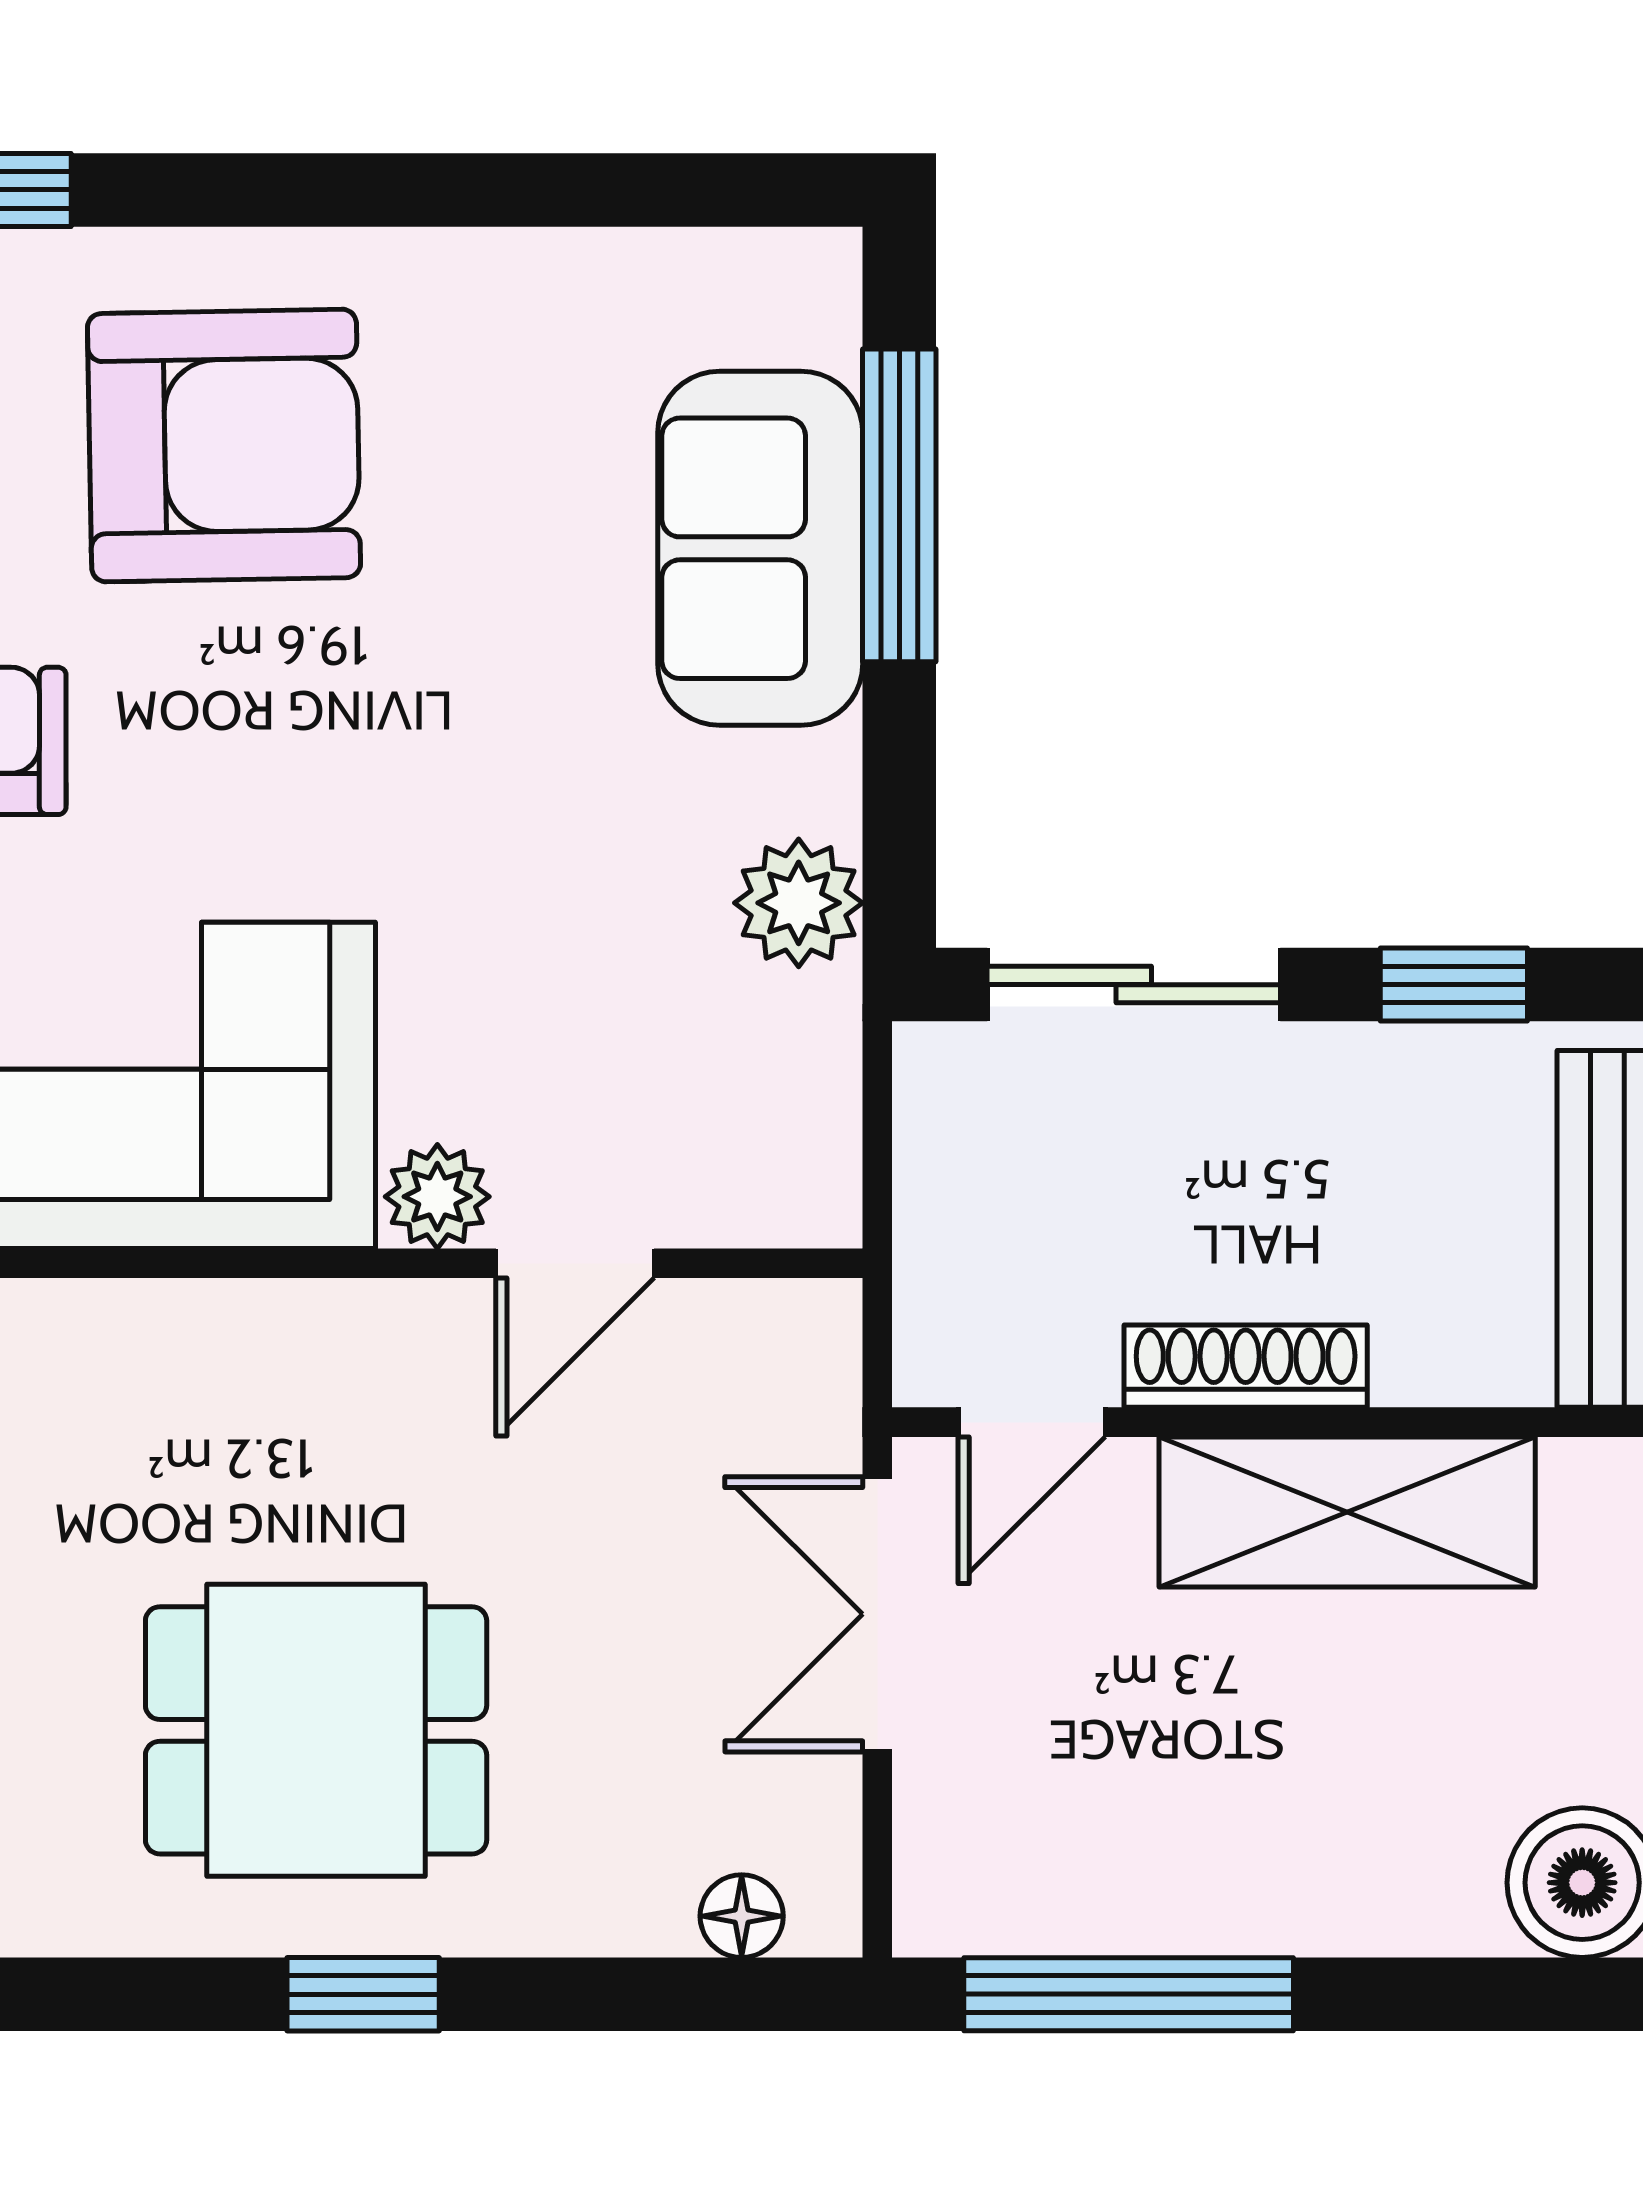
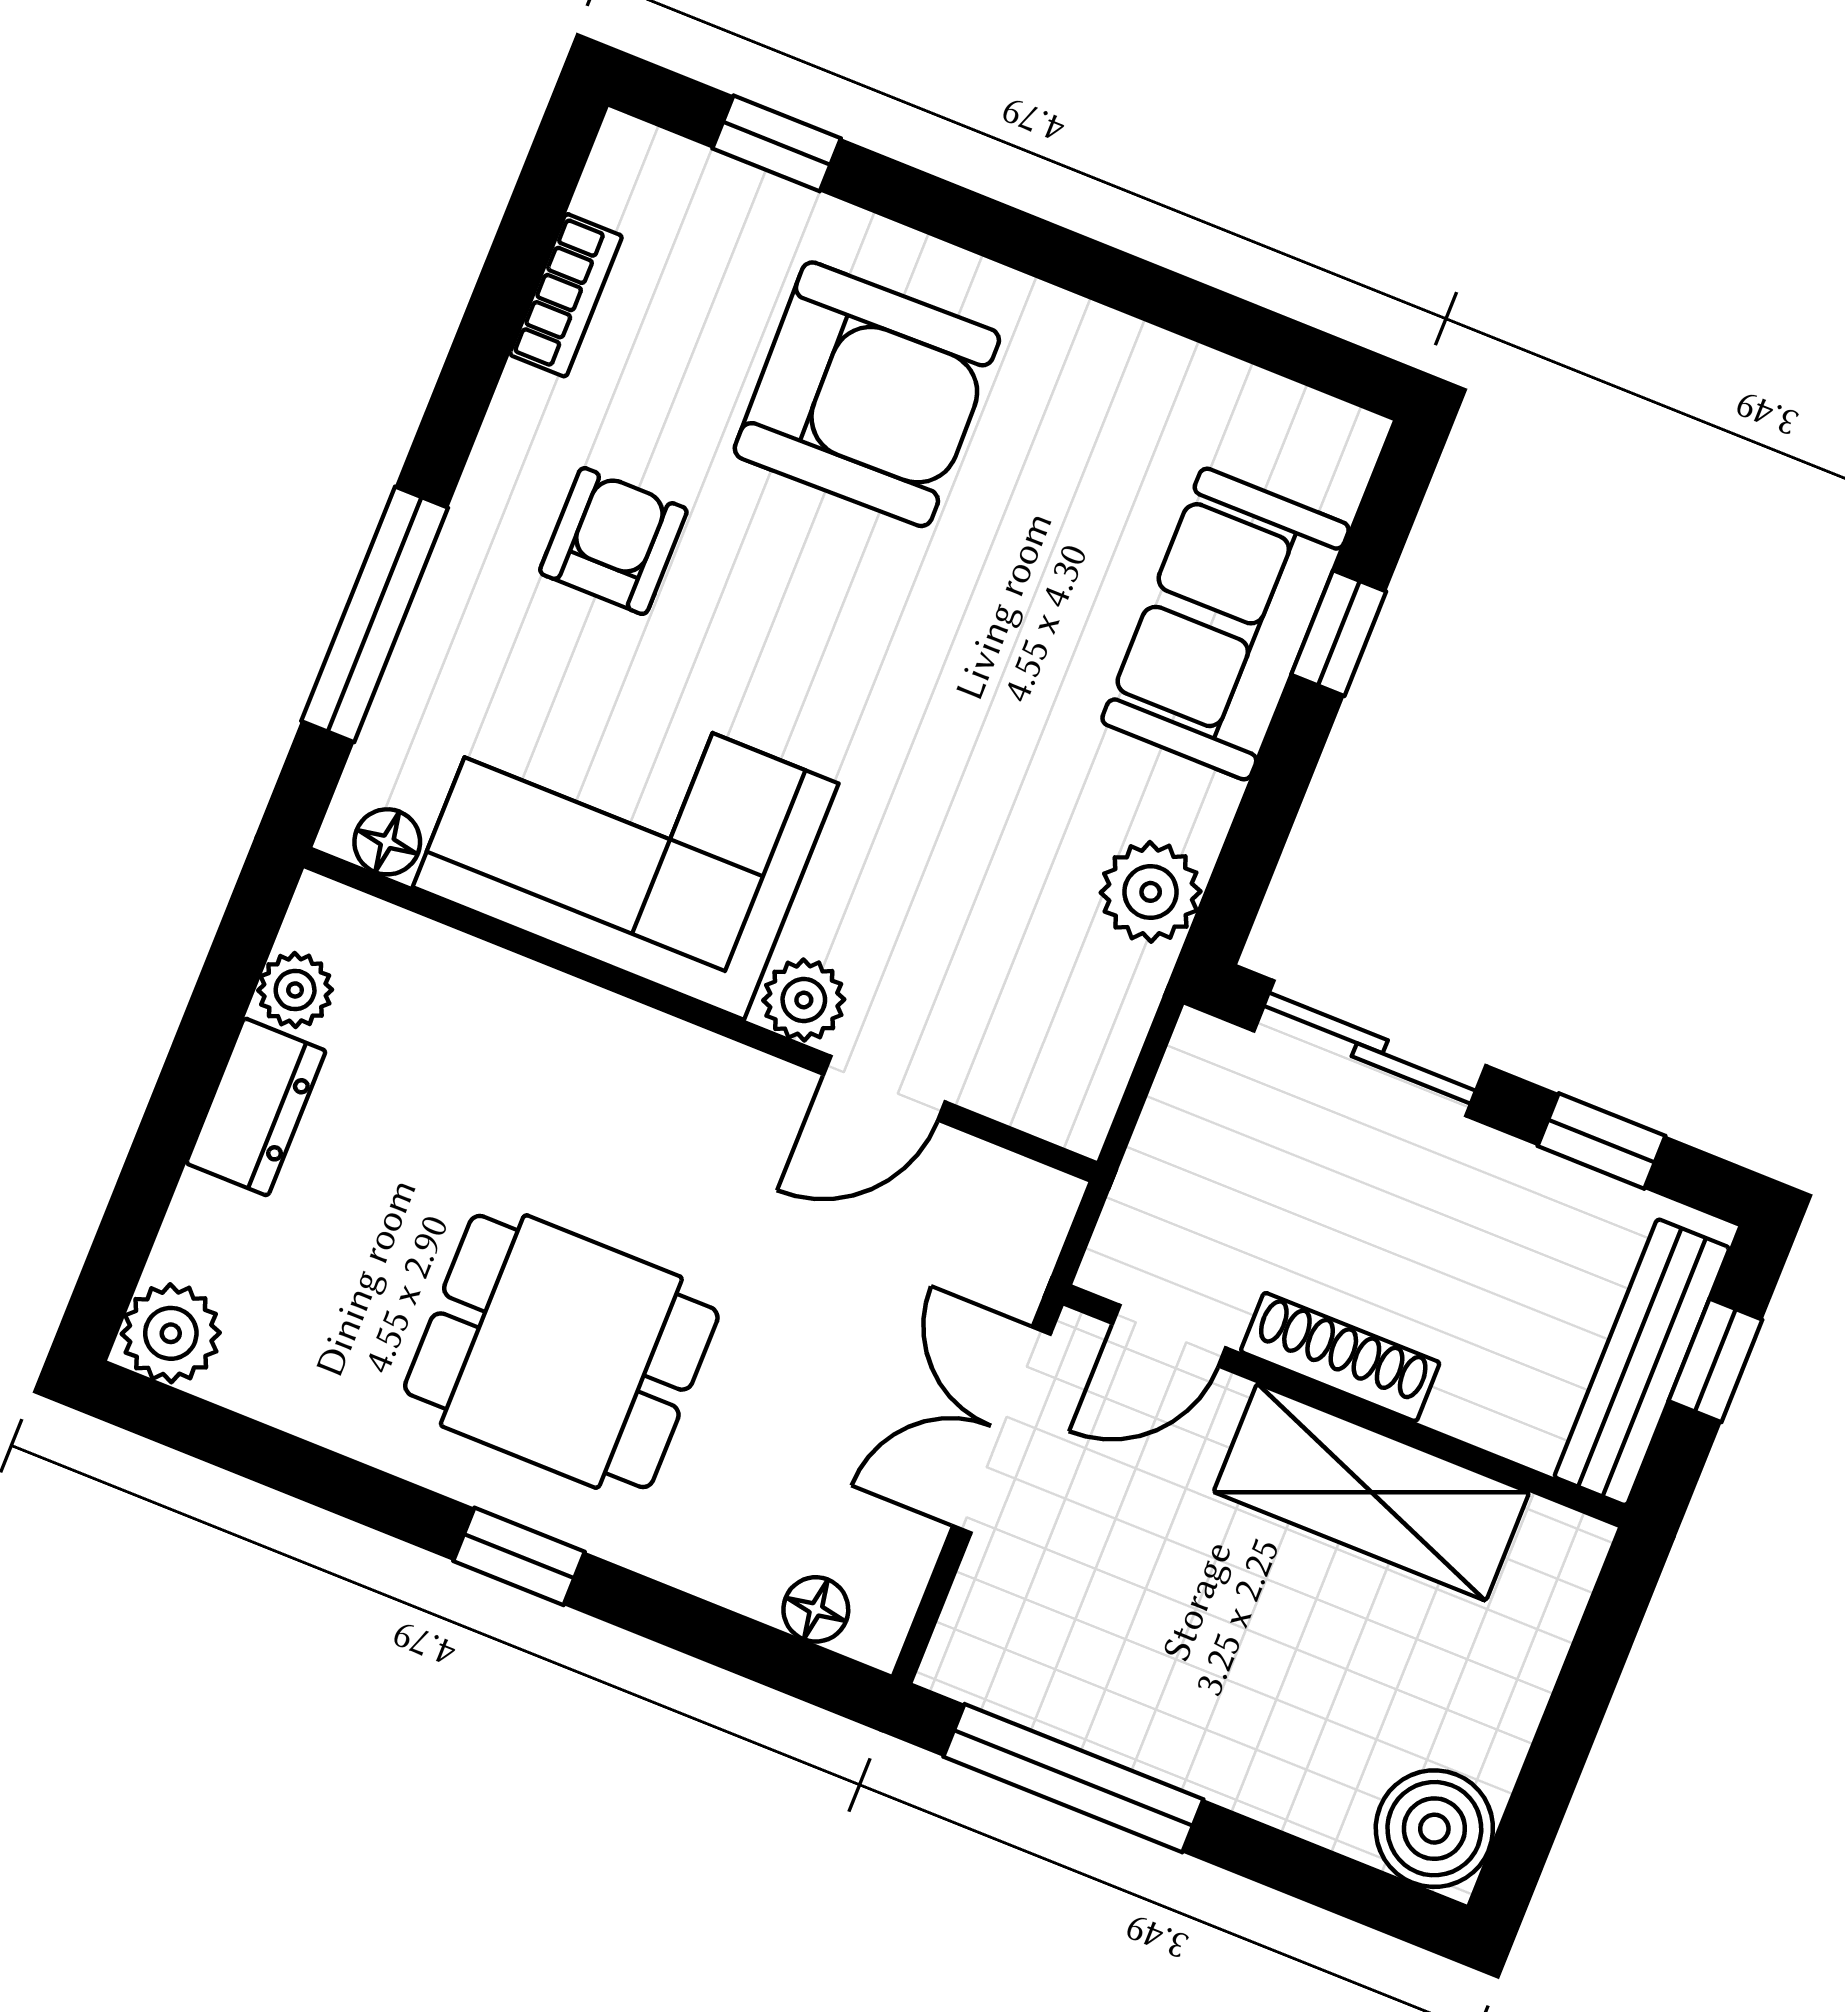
window: (899, 505) -> (1339, 633), width x0.46

